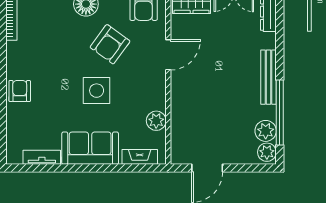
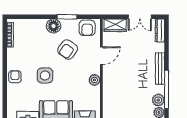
side table: (97, 91) -> (45, 75), moved
plant: (156, 121) -> (95, 80), moved

